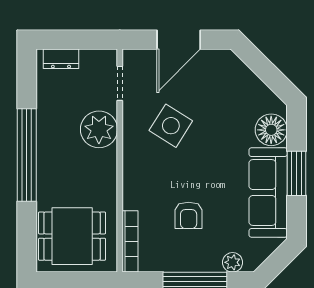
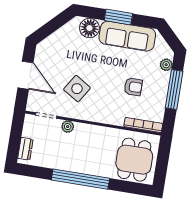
plant: (99, 129) -> (68, 127), width x0.53, depth x0.53

